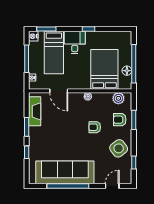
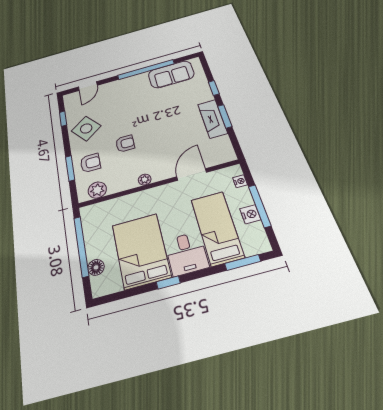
nightstand: (33, 36) -> (250, 214), moved
bed: (104, 69) -> (141, 251), moved, turned 180
floor lamp: (127, 71) -> (96, 267), moved
door: (59, 91) -> (192, 175), hinge flipped
fireplace: (35, 111) -> (213, 119), moved
sofa: (65, 172) -> (171, 74), width x0.54, depth x0.79

